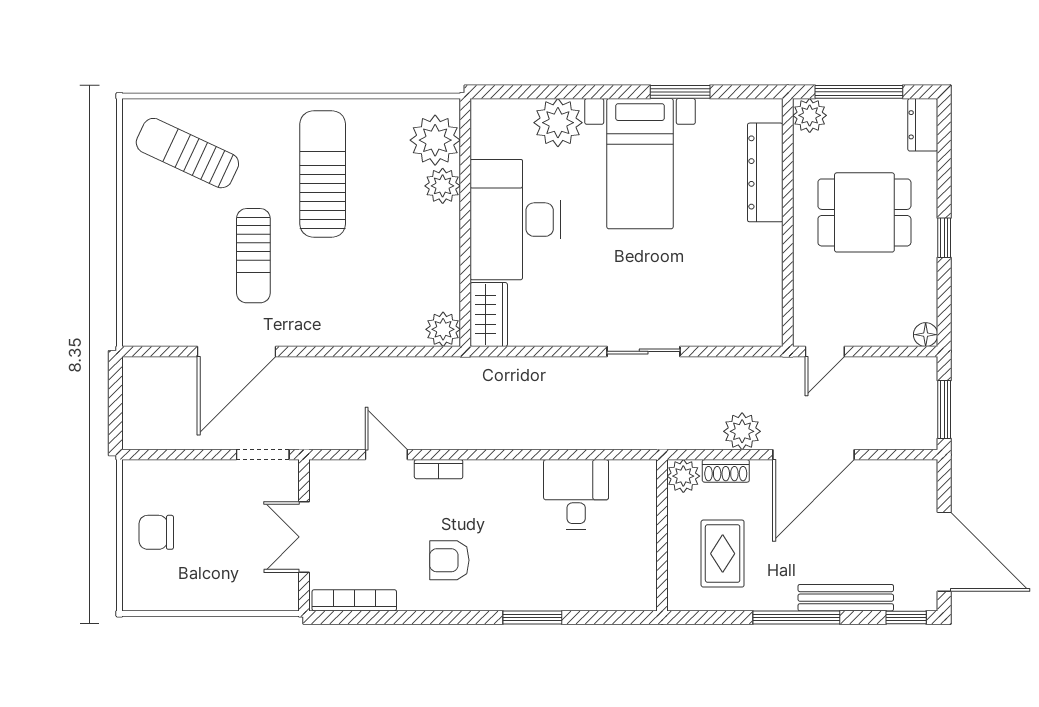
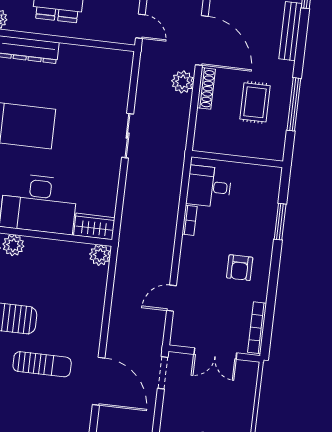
bookcase: (439, 469) -> (190, 220), moved
shoe rack: (726, 471) -> (206, 88), width x1.43
plant: (683, 476) -> (205, 121), removed
wall: (662, 535) -> (237, 159), moved
rug: (723, 554) -> (255, 102), turned 90
window: (796, 617) -> (294, 104), moved

